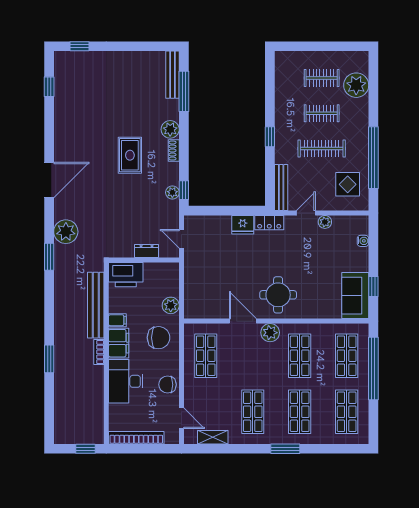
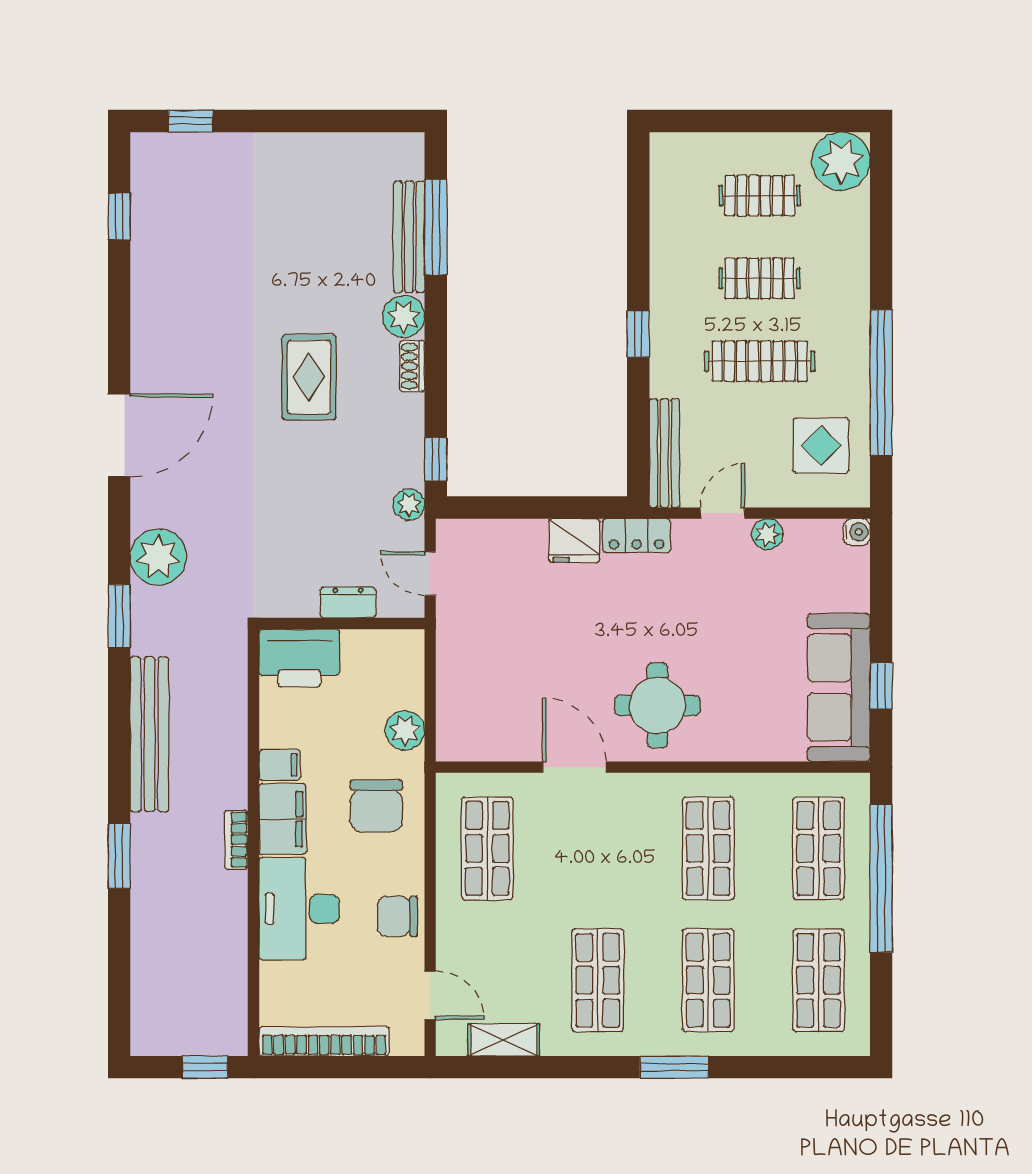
bench: (172, 75) -> (409, 237), moved
plant: (356, 85) -> (841, 161), moved
plant: (172, 193) -> (409, 505), moved
water cooler: (363, 241) -> (857, 532), moved
sofa: (355, 296) -> (839, 688), width x1.36
bench: (96, 305) -> (149, 734), moved
plant: (270, 333) -> (639, 794), removed
chair: (159, 338) -> (376, 806), turned 90

